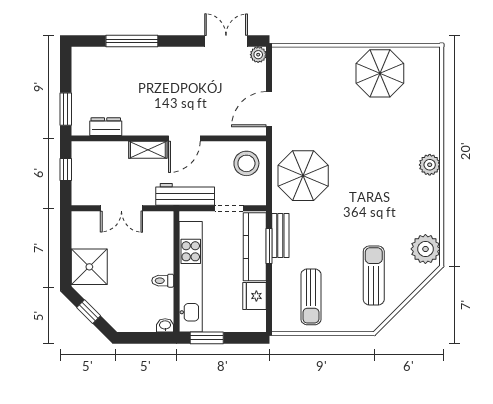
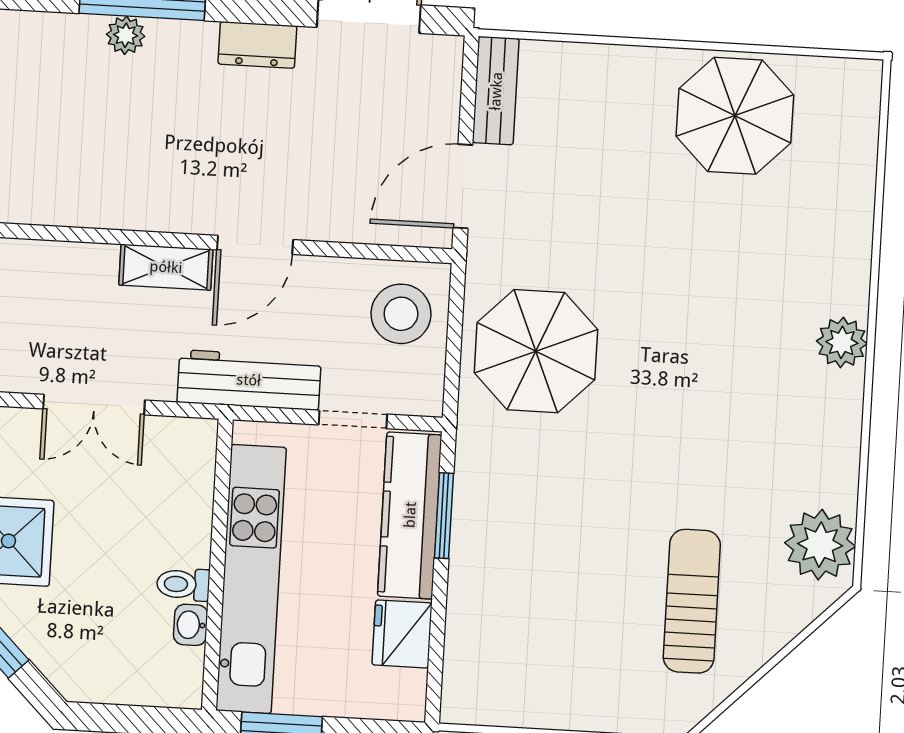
plant: (258, 55) -> (126, 35), moved
dresser: (106, 127) -> (257, 45), moved, turned 180
bench: (280, 236) -> (496, 91), moved
sun lounger: (311, 297) -> (538, 644), removed
washbasin: (165, 325) -> (191, 625), moved, turned -90

